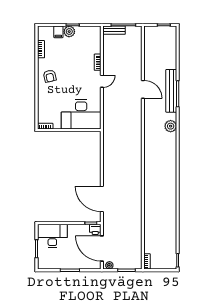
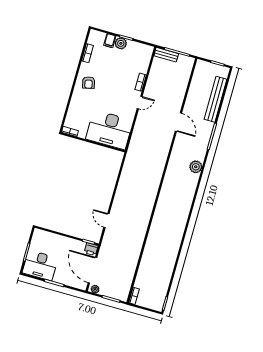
bench: (171, 91) -> (215, 99), moved
door: (102, 199) -> (106, 221), width x0.53
desk: (52, 236) -> (40, 265), moved, turned 180

